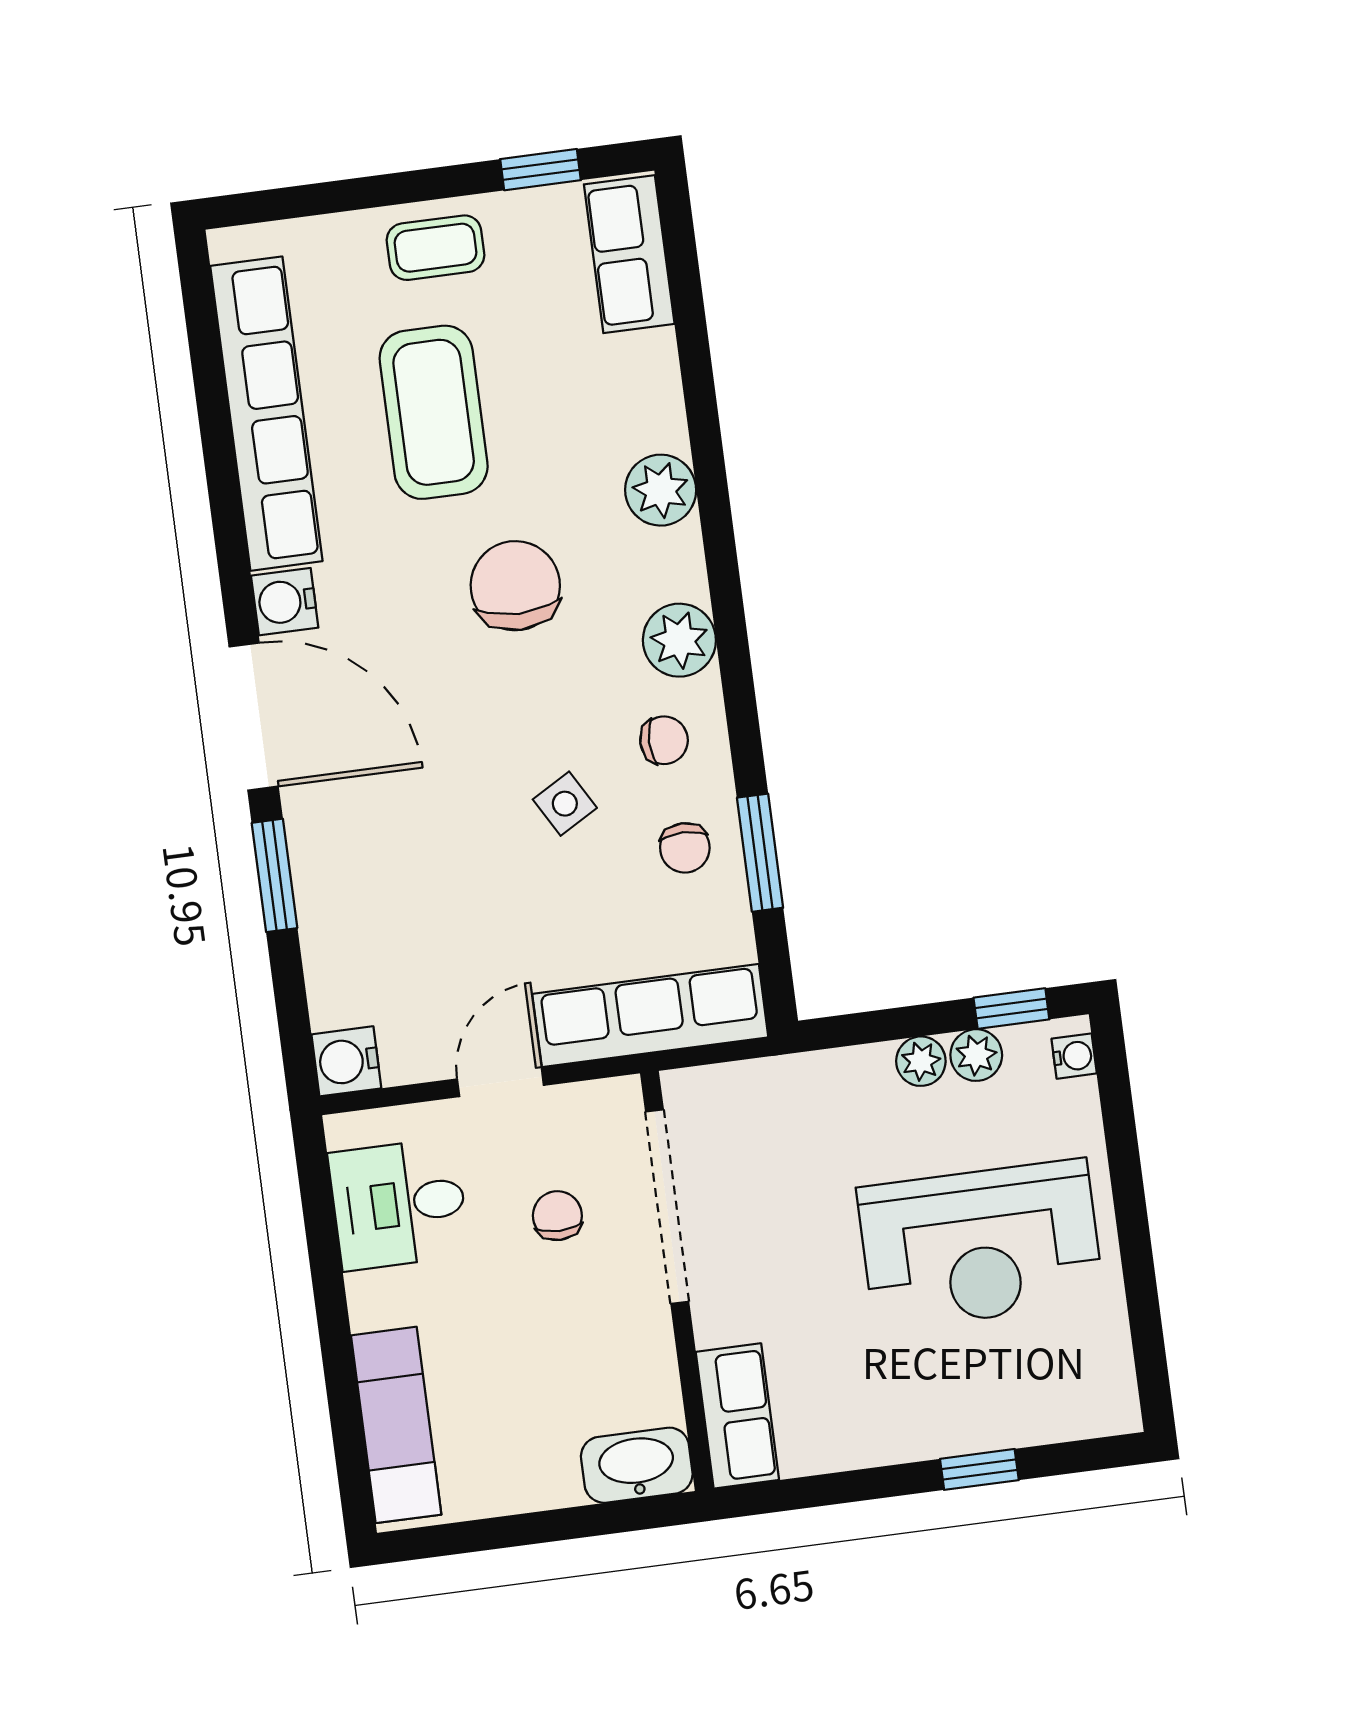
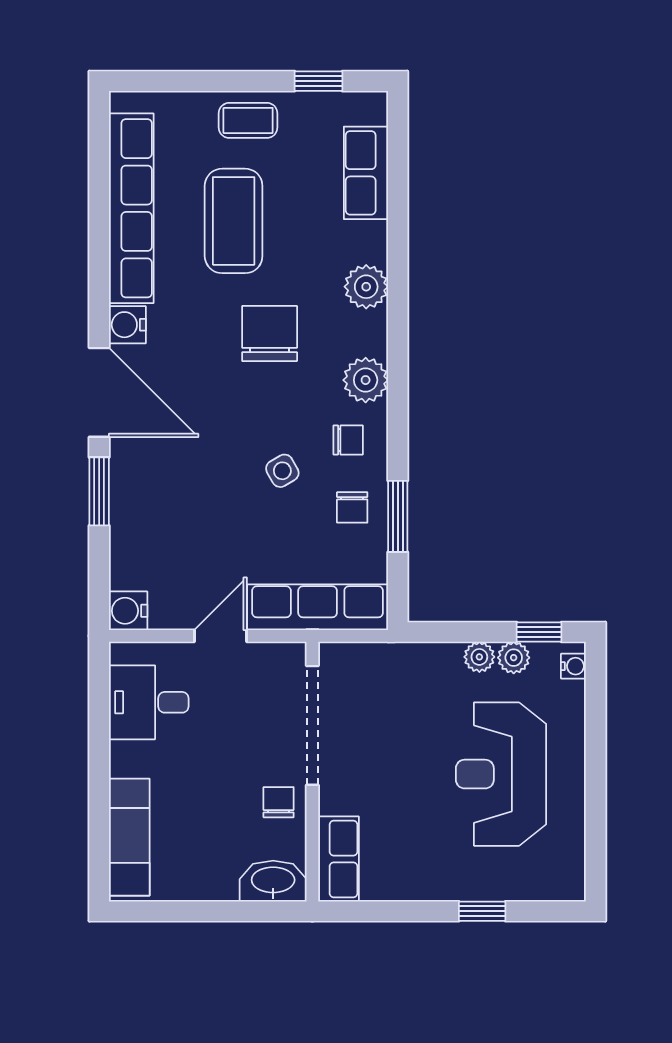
row of seats: (629, 254) -> (366, 173), moved
chair: (557, 1216) -> (279, 802), moved
reception desk: (981, 1245) -> (501, 774), turned 90

